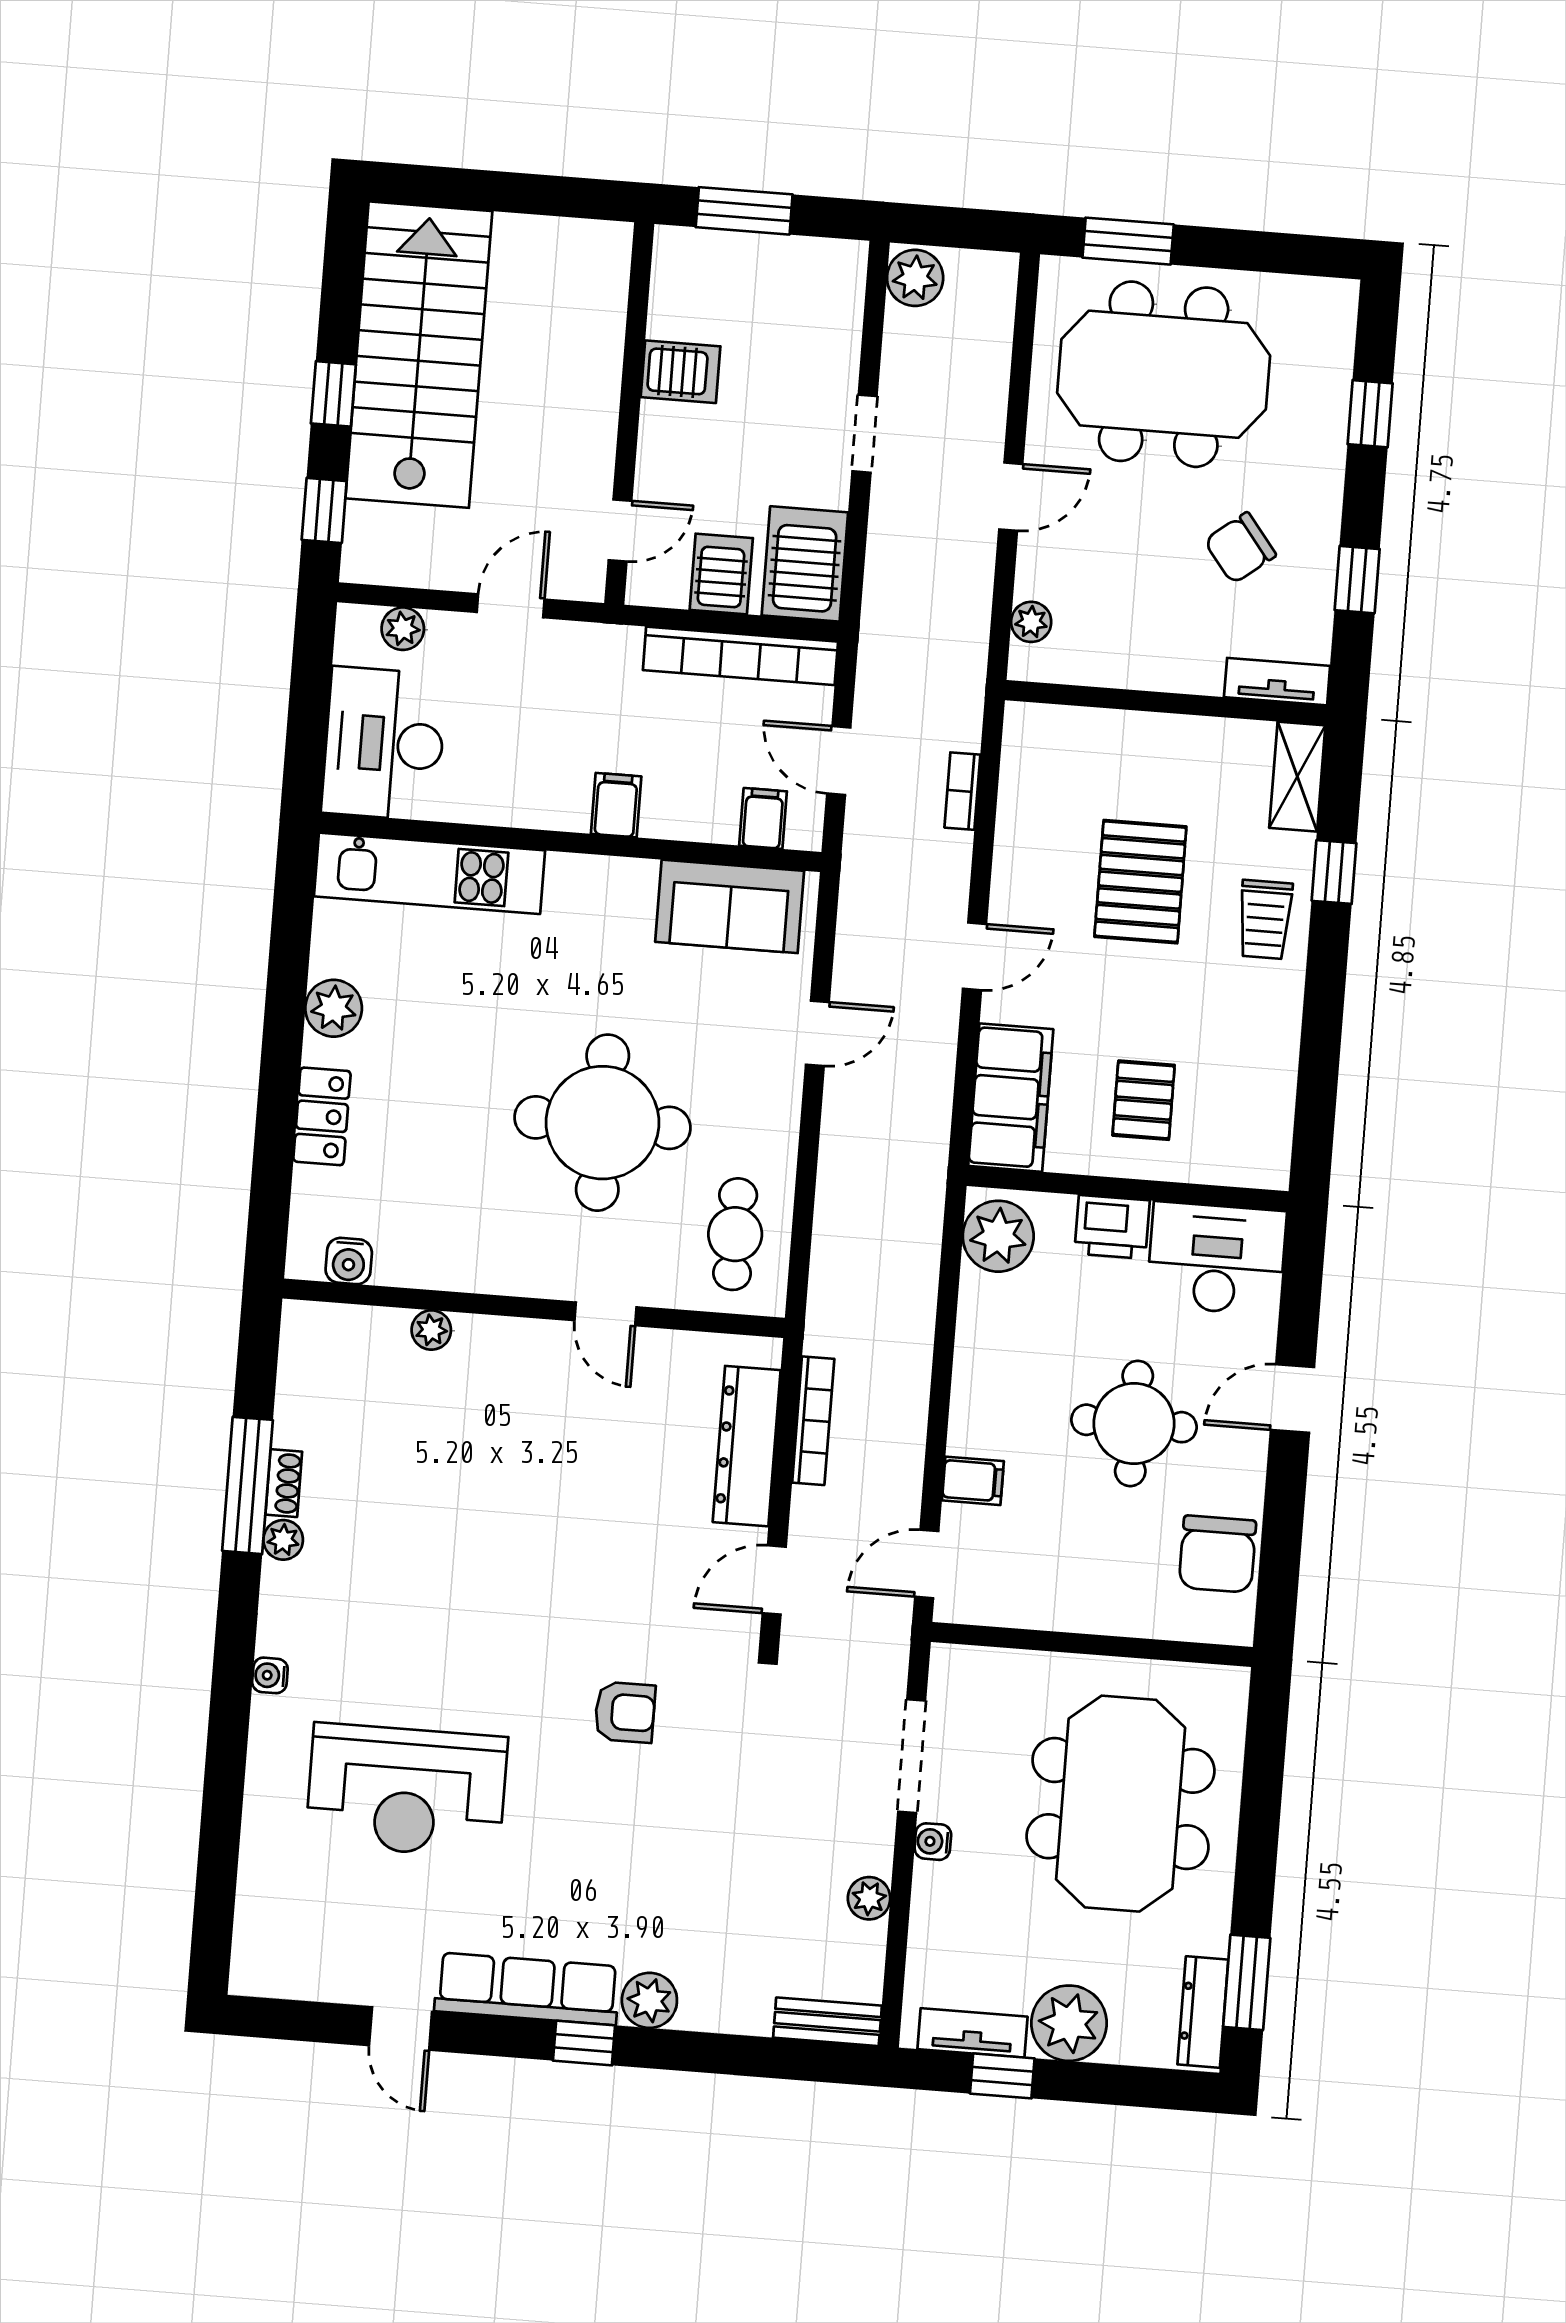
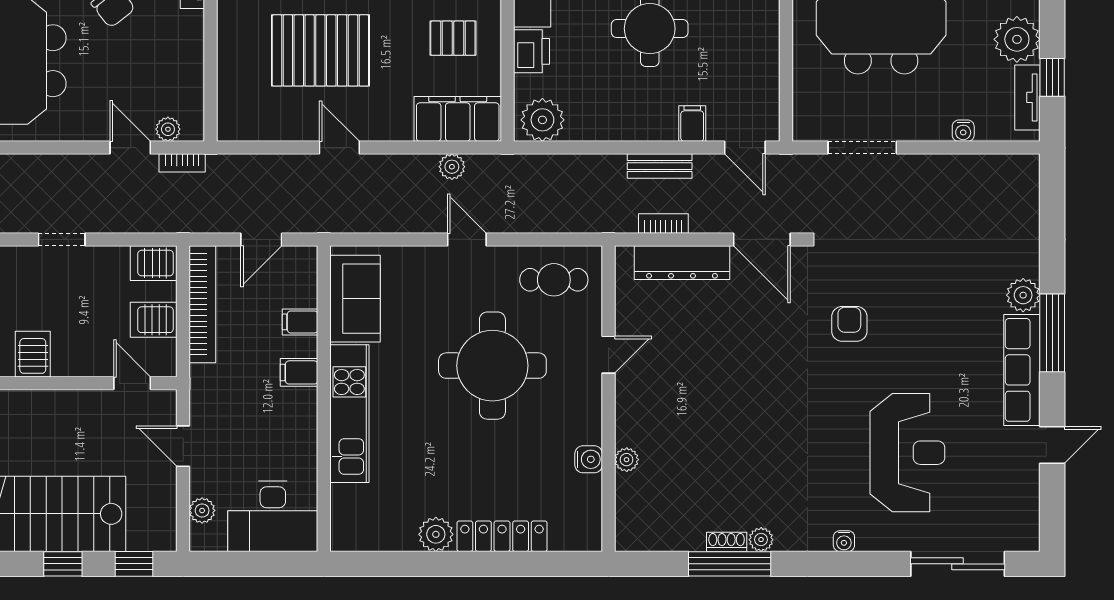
door: (1011, 497) -> (130, 148), moved
server rack: (805, 564) -> (154, 263), width x0.73, depth x0.70
bookcase: (962, 791) -> (182, 163), moved
filing cabinet: (763, 818) -> (300, 322), moved
kitchen unit: (430, 873) -> (349, 414), moved
pallet: (1140, 882) -> (320, 50), width x1.37, depth x1.41
door: (975, 956) -> (339, 148), moved
door: (817, 1033) -> (467, 239), moved
locker: (322, 1116) -> (502, 536), width x1.53
water cooler: (349, 1261) -> (589, 459), moved
bookcase: (813, 1421) -> (663, 223), width x0.64
door: (774, 1580) -> (762, 239), width x1.38
water cooler: (933, 1842) -> (963, 131), moved
sliding door: (218, 1858) -> (958, 564), added
plant: (869, 1898) -> (452, 167), moved
bench: (827, 2022) -> (660, 166), moved, turned 90
window: (584, 2043) -> (1052, 333), width x2.17

